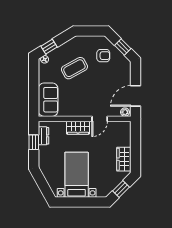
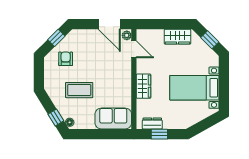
coffee table: (74, 68) -> (79, 90), turned -61
door: (100, 119) -> (134, 49), moved

